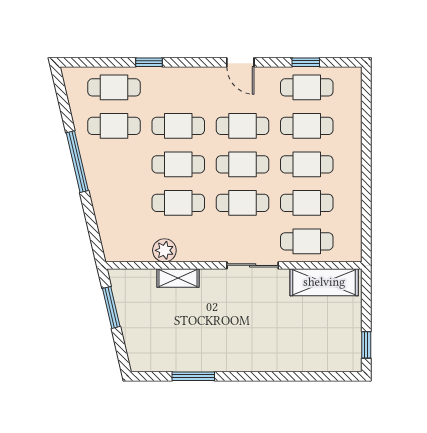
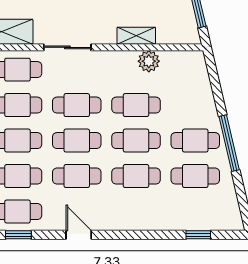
window: (149, 62) -> (198, 235), moved
cafe table: (114, 87) -> (195, 141), moved

